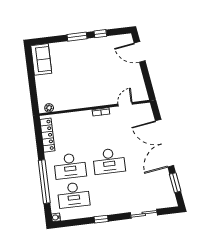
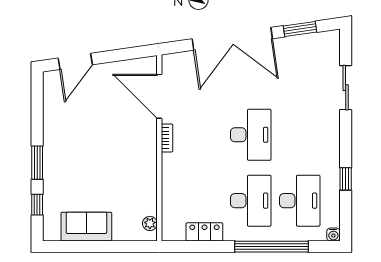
window: (100, 34) -> (37, 205), moved
sofa: (41, 59) -> (86, 227), moved
door: (125, 104) -> (159, 96), width x1.88
locker: (47, 135) -> (204, 232), width x0.66
window: (101, 219) -> (346, 179), moved

